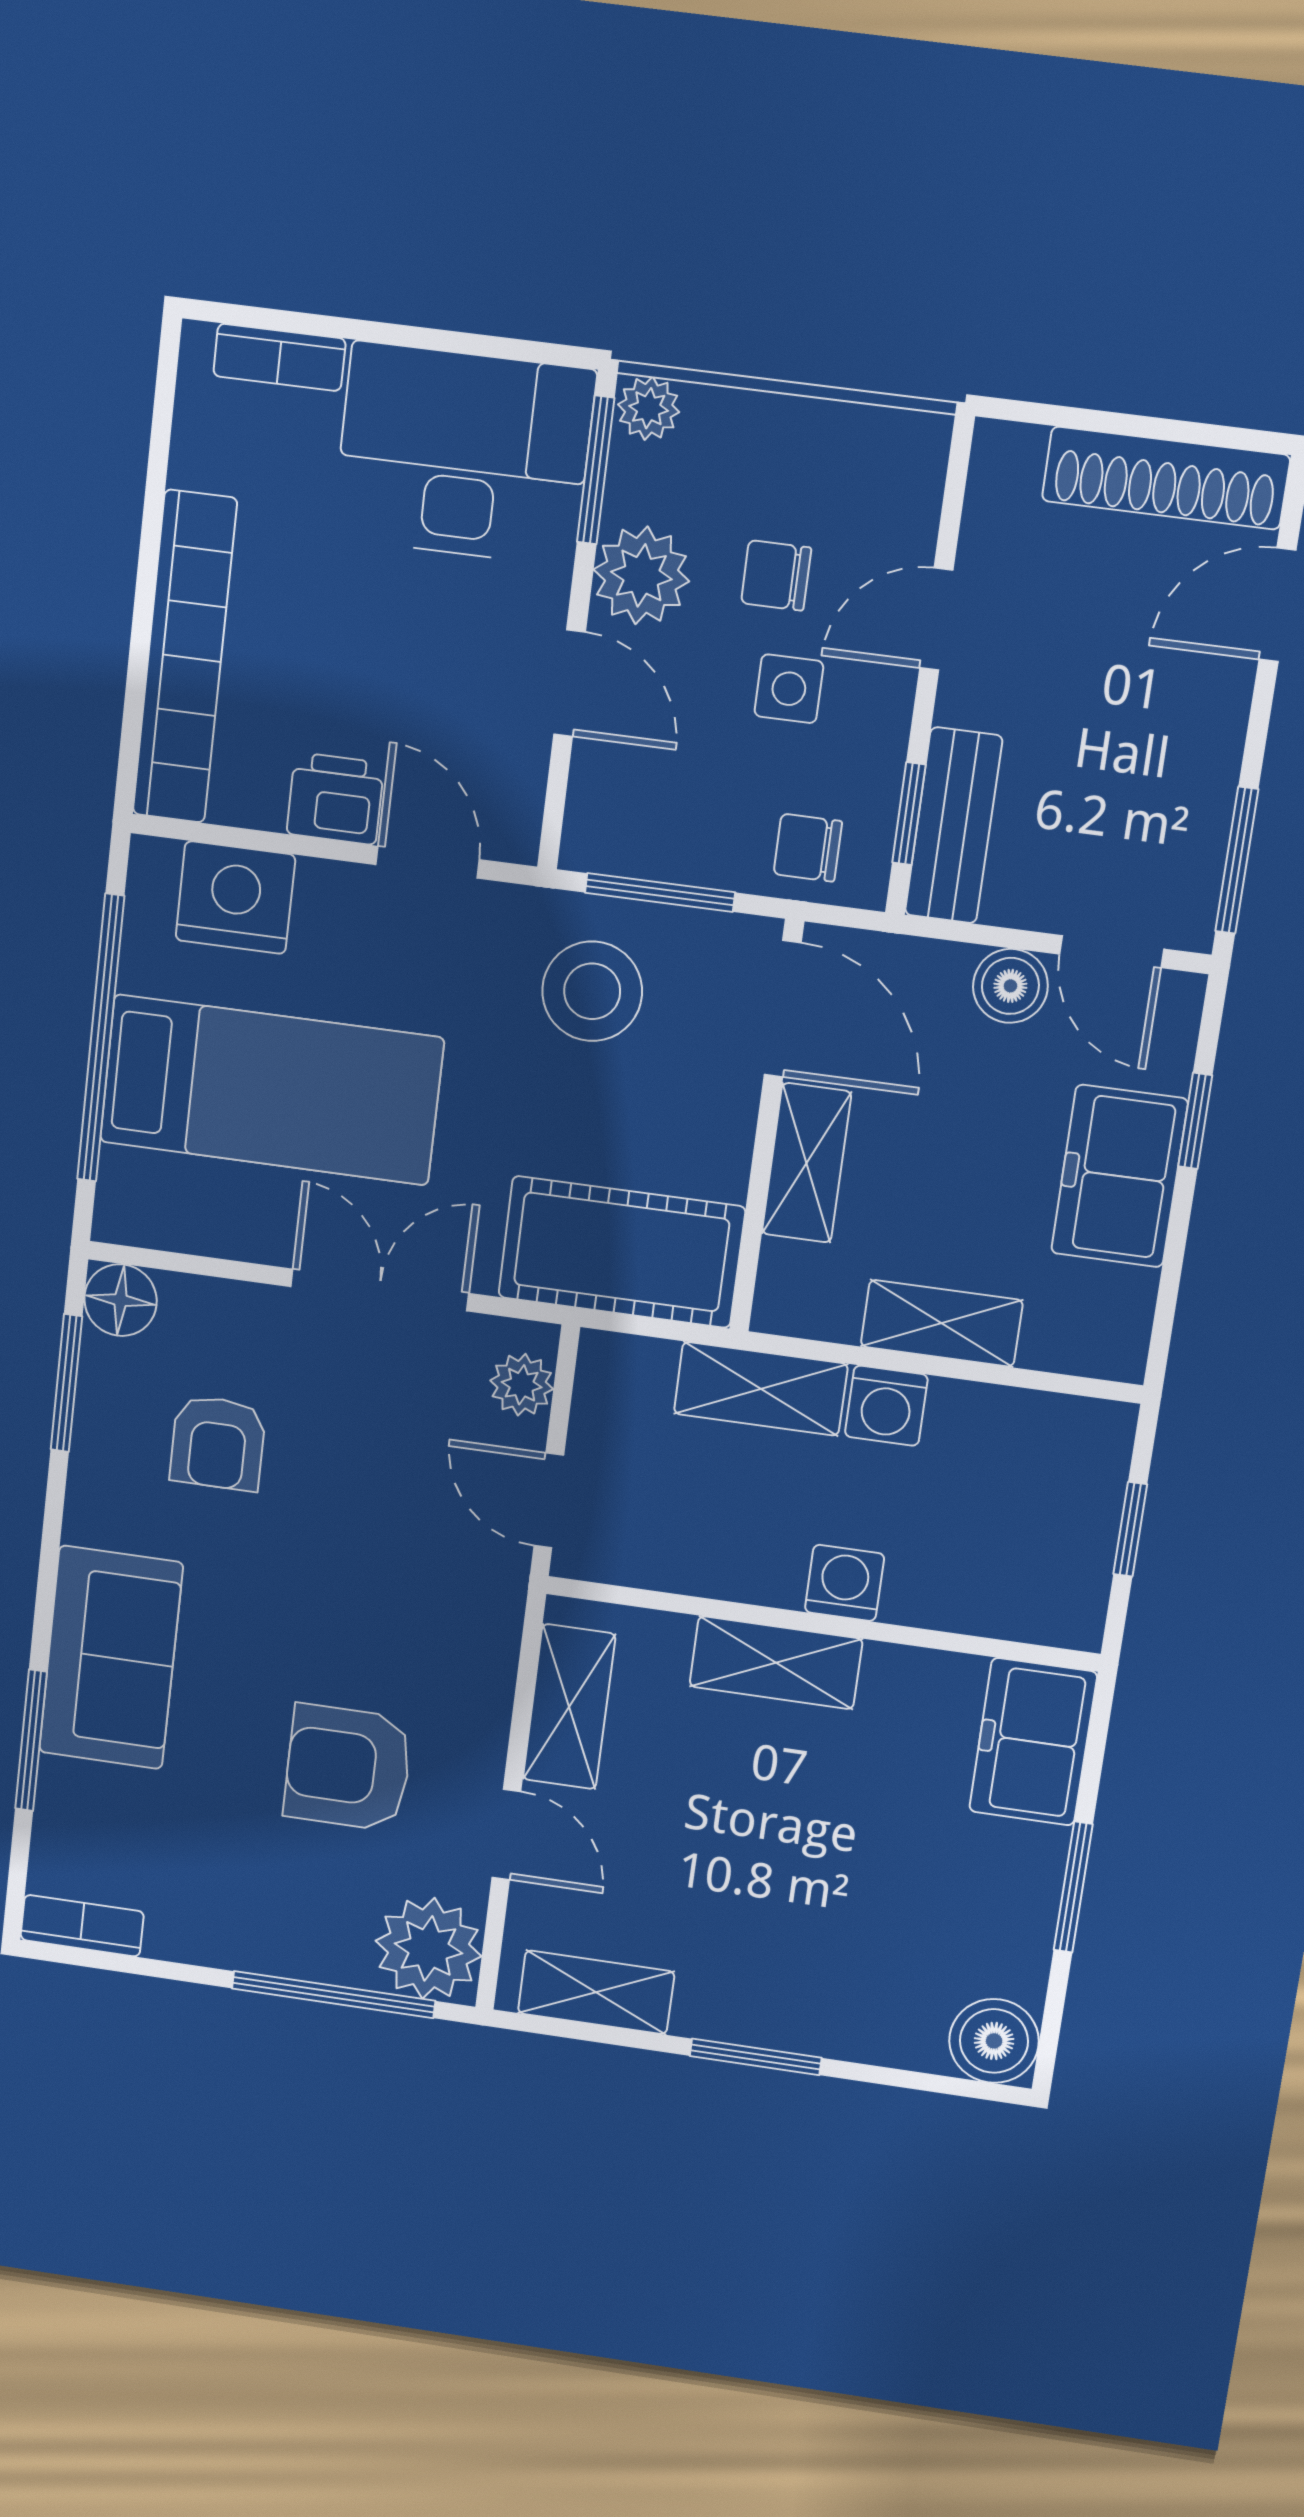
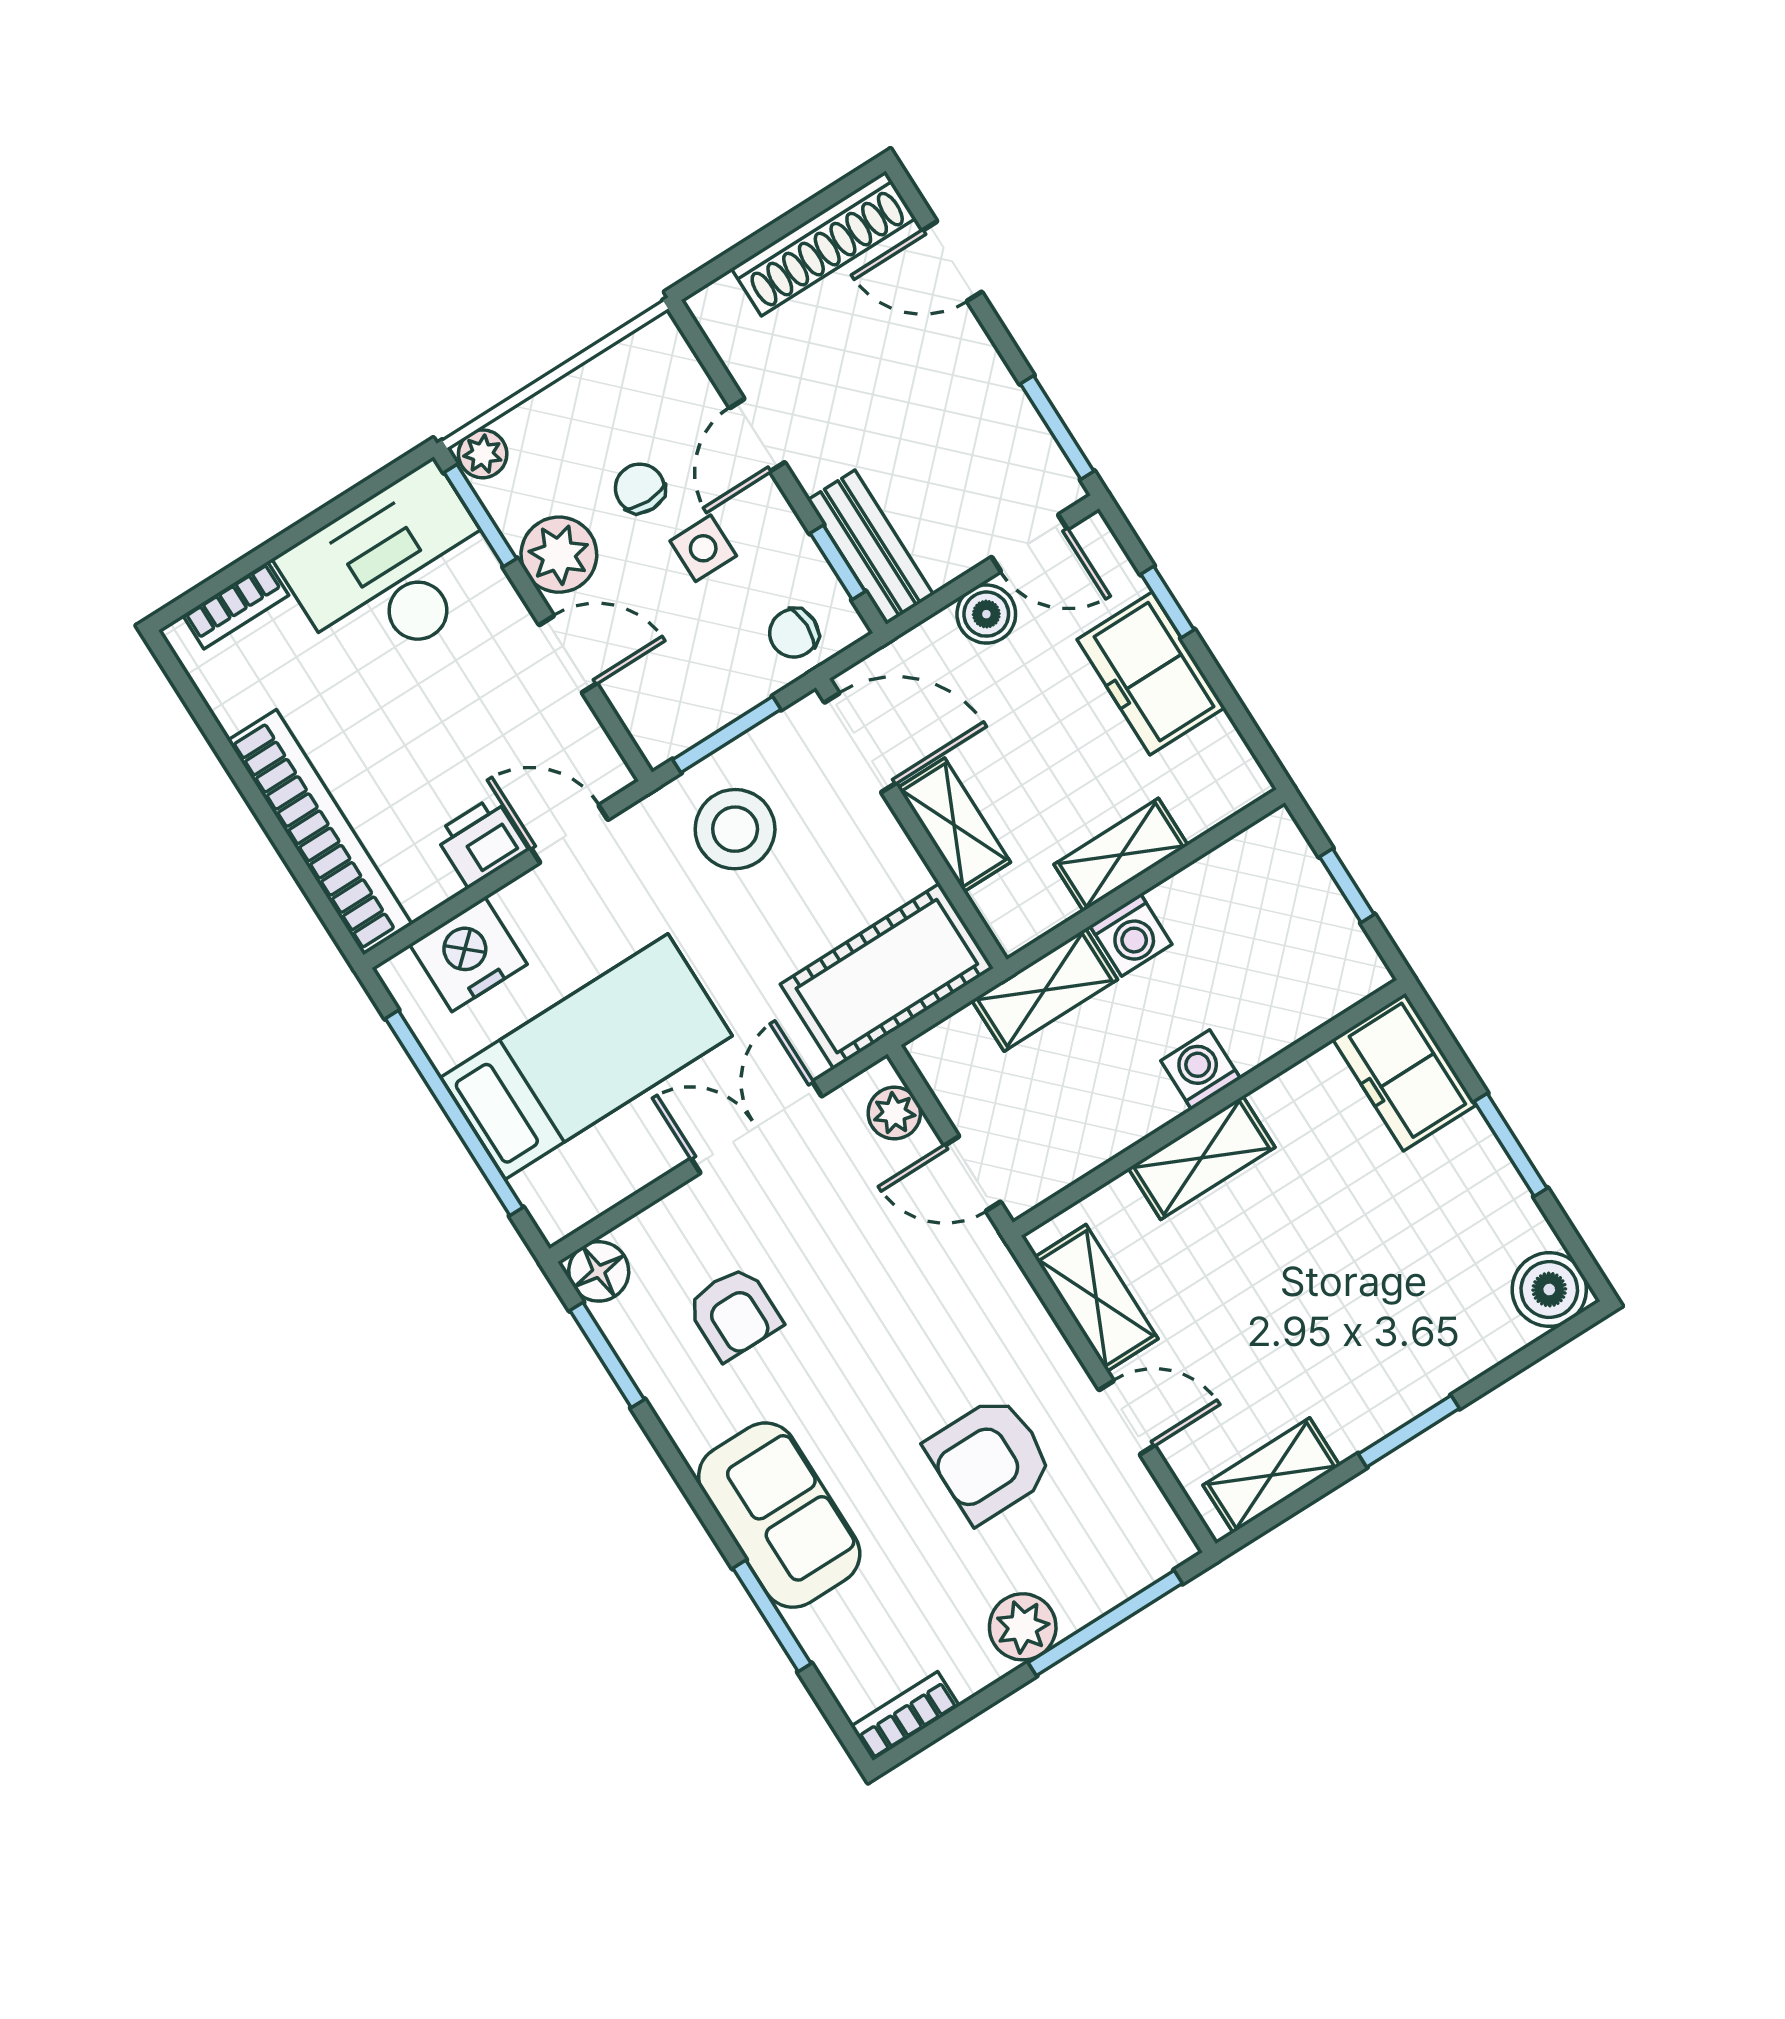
chair: (776, 575) -> (640, 488), turned 90
door: (1277, 605) -> (952, 261), hinge flipped
plant: (428, 1948) -> (1023, 1627), moved, width x0.73, depth x0.73

